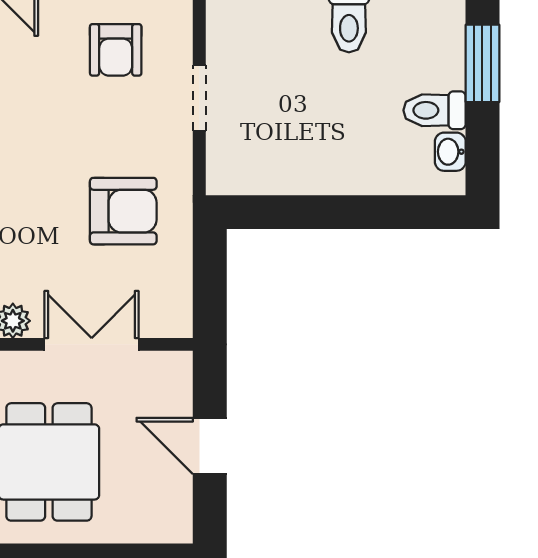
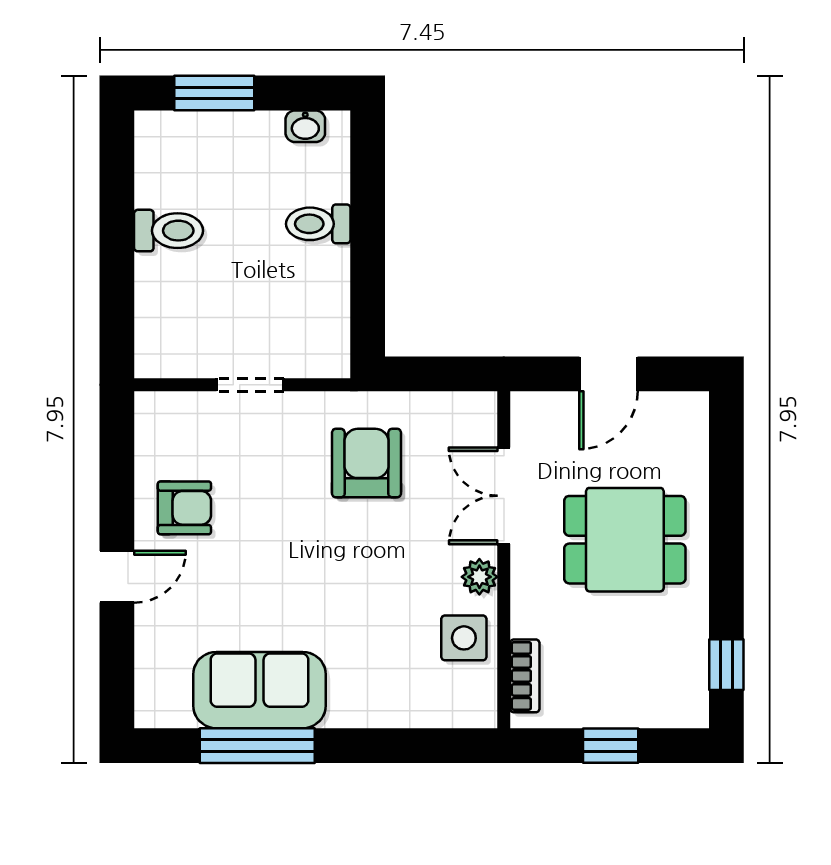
armchair: (116, 50) -> (184, 508), moved
toilet: (435, 110) -> (318, 224), moved, turned 90

